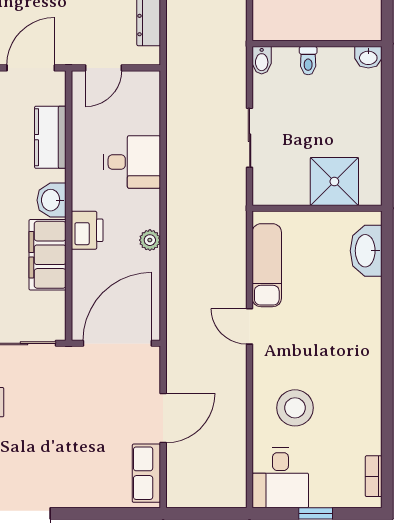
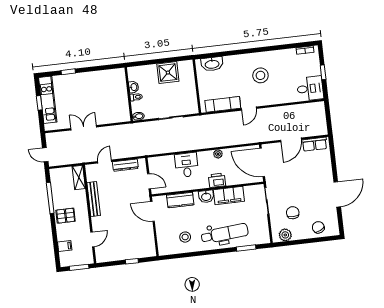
washbasin: (368, 57) -> (134, 87), moved
shower: (334, 182) -> (168, 73), moved
stool: (295, 408) -> (260, 75), moved
door: (163, 418) -> (291, 140), swing flipped

